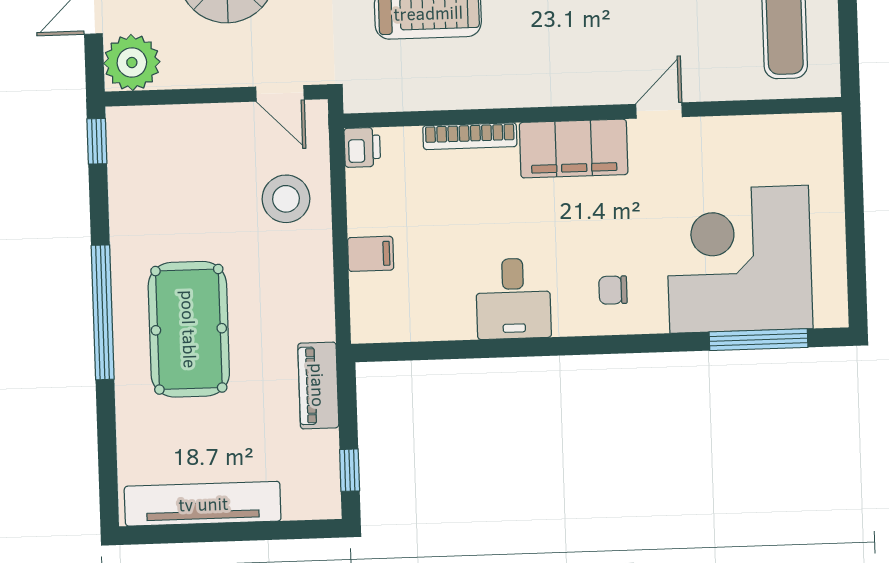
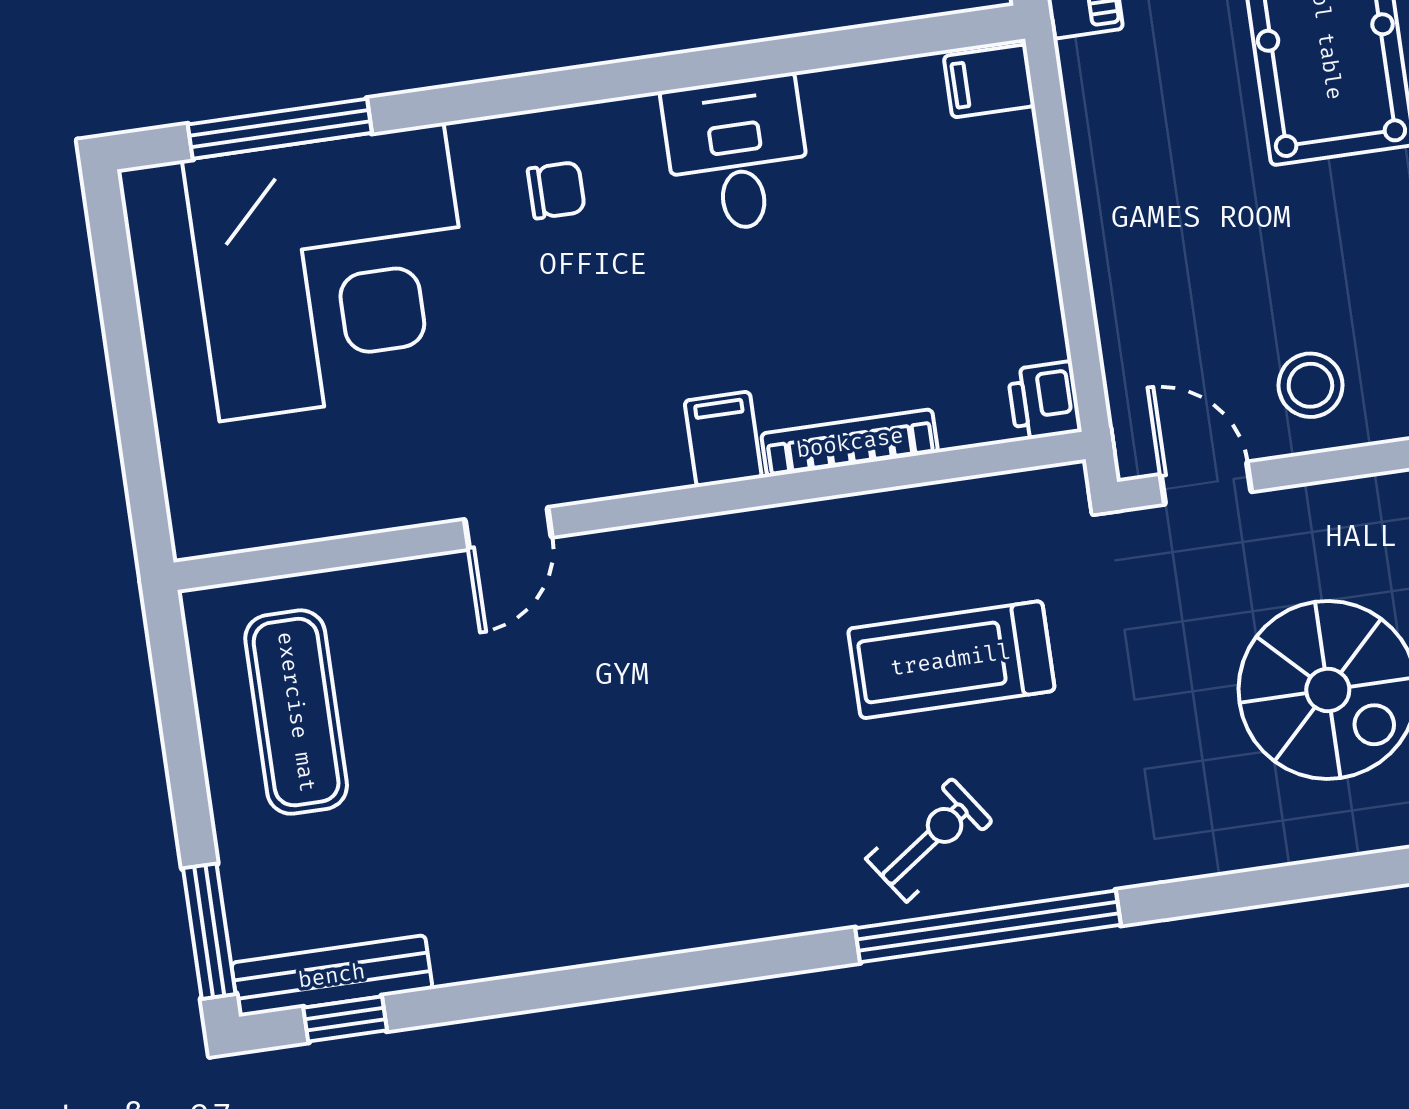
filing cabinet: (574, 149) -> (723, 439), width x0.33, depth x0.86
stool: (286, 199) -> (1310, 385), moved, width x0.73, depth x0.73
filing cabinet: (371, 254) -> (989, 81), moved

